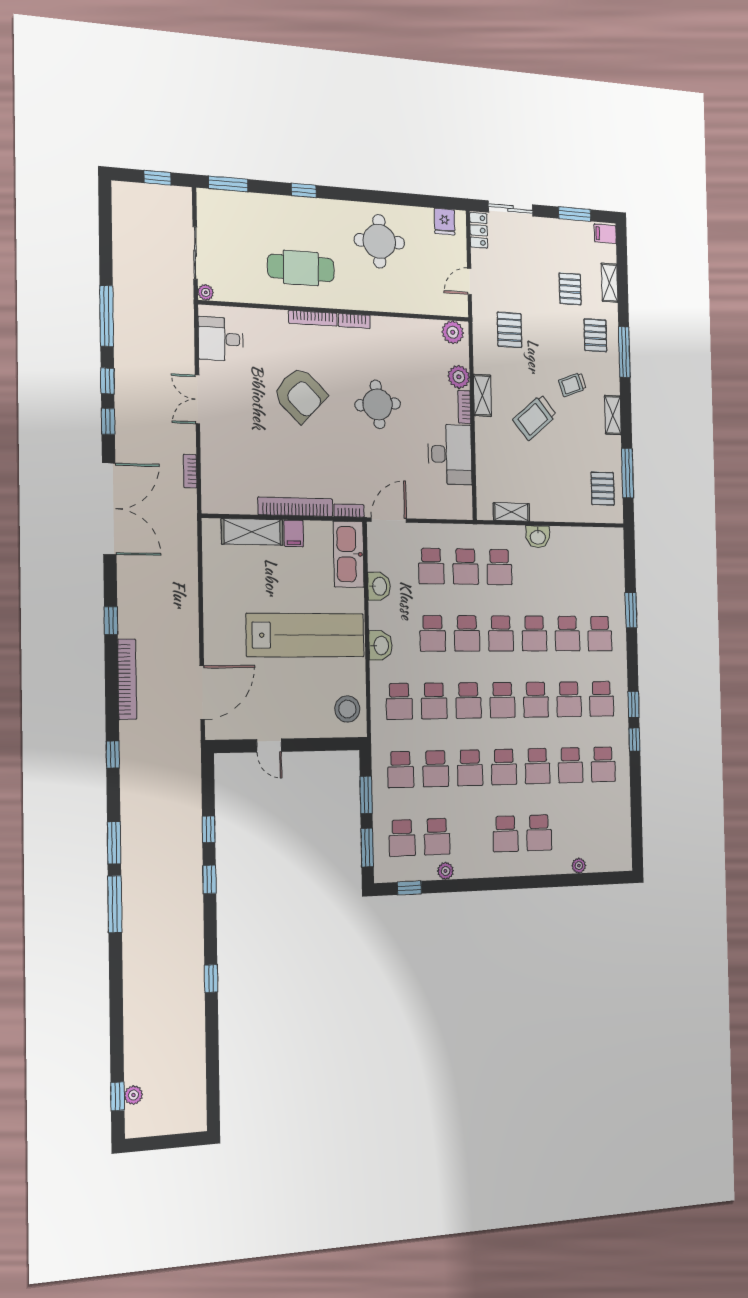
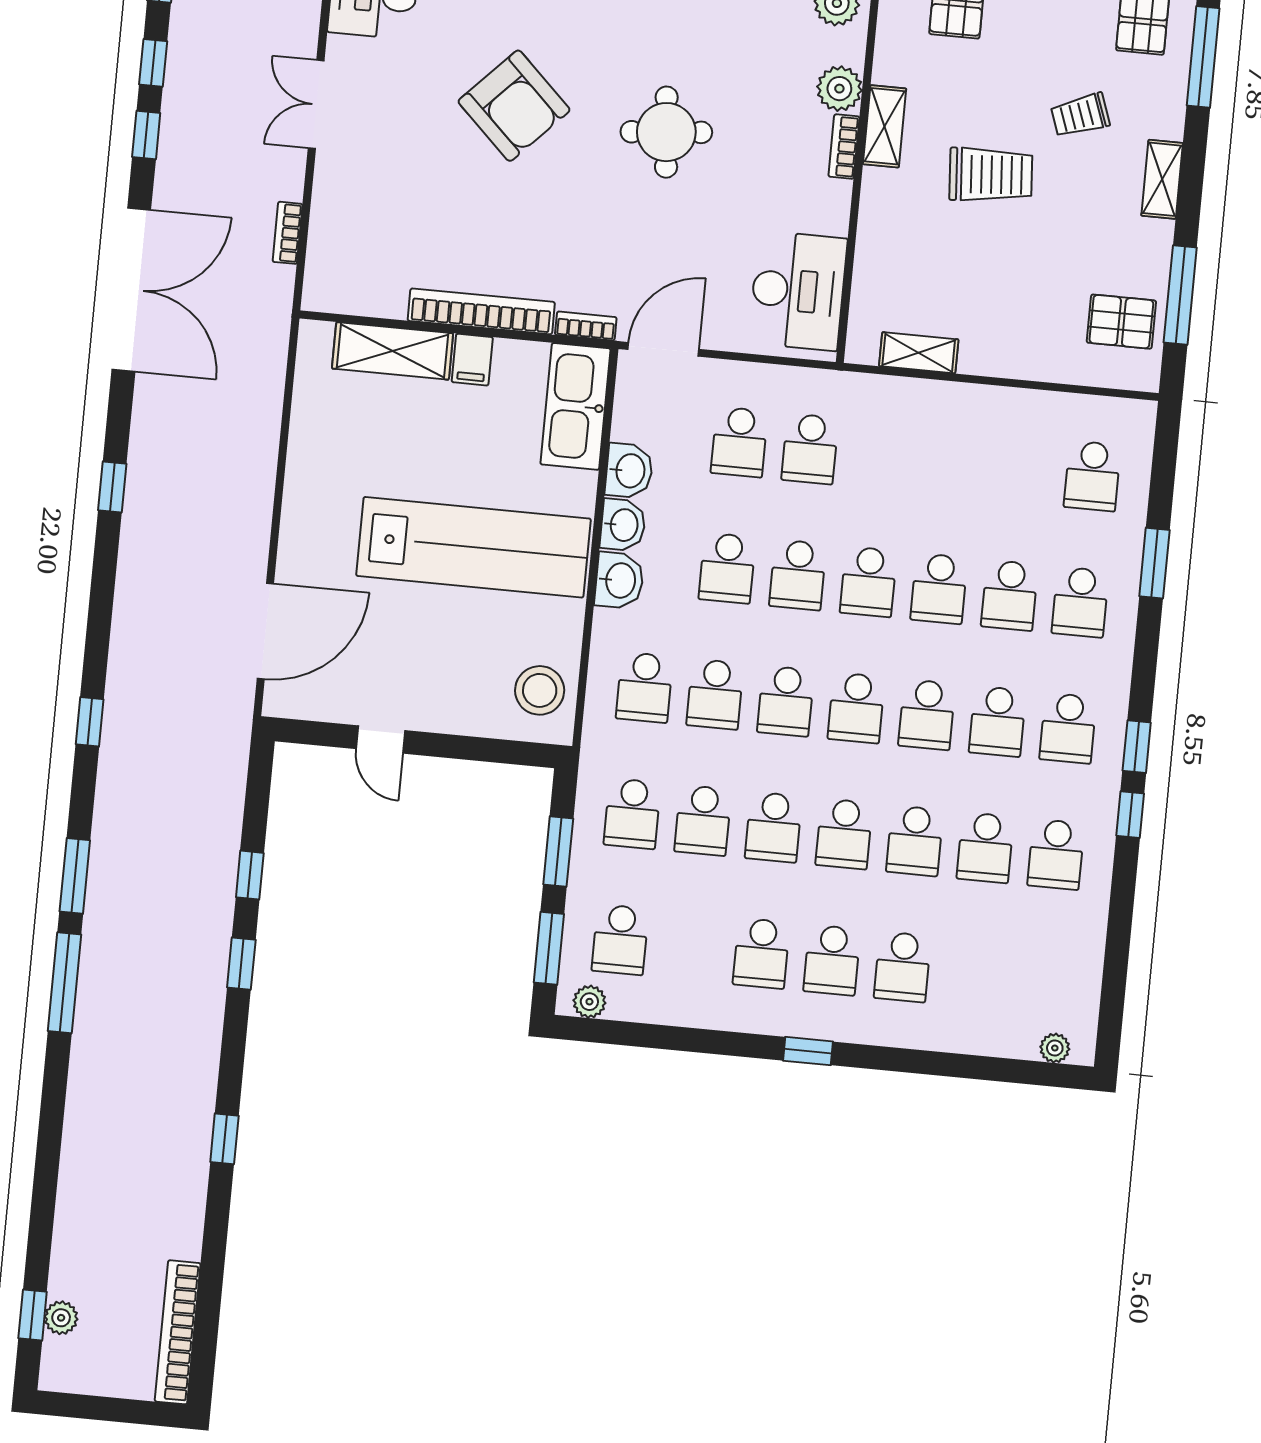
trolley: (535, 417) -> (991, 175), turned -144
desk: (450, 454) -> (798, 291), moved
pallet: (603, 489) -> (1121, 322), turned 90
washbasin: (538, 537) -> (623, 525), moved, turned -90
school desk: (499, 567) -> (1092, 476), moved
bookcase: (127, 679) -> (178, 1332), moved, turned 180
school desk: (437, 837) -> (761, 953), moved
plant: (579, 866) -> (1055, 1048), moved
plant: (445, 871) -> (589, 1002), moved
window: (409, 888) -> (808, 1051), moved

